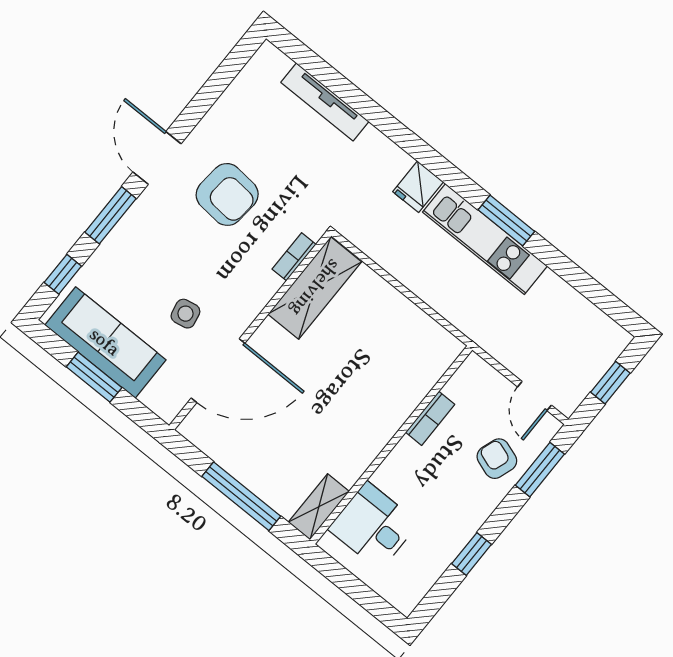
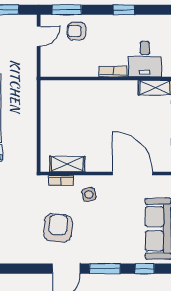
shelving: (315, 288) -> (67, 164), width x0.67, depth x0.75
side table: (185, 314) -> (89, 195), moved
bookcase: (430, 418) -> (113, 71), moved
armchair: (497, 459) -> (77, 31), turned 71

